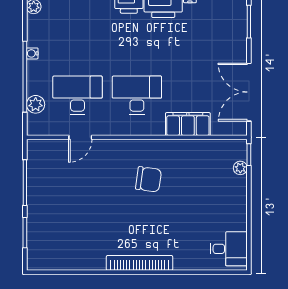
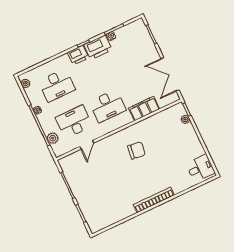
desk: (77, 31) -> (57, 85), added
desk: (137, 95) -> (108, 106), turned 180

